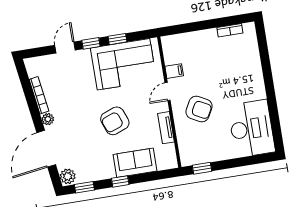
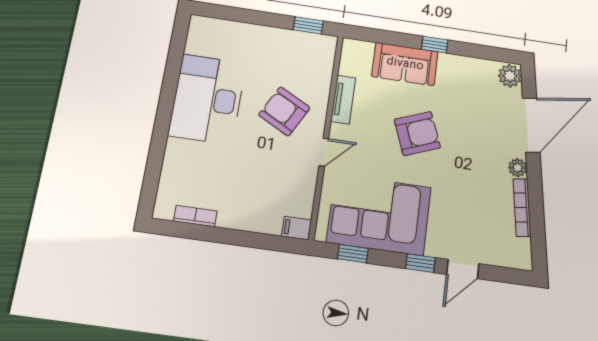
window: (117, 39) -> (353, 254), moved
filing cabinet: (174, 71) -> (297, 228), moved
desk: (251, 129) -> (207, 99), moved
window: (84, 187) -> (489, 53), removed

